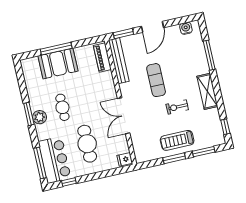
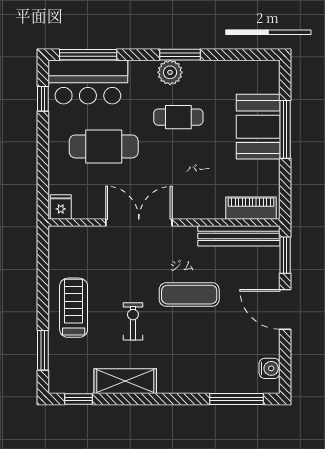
window: (209, 55) -> (237, 399), moved
shelving: (207, 91) -> (125, 381), moved
window: (174, 158) -> (43, 295), removed

